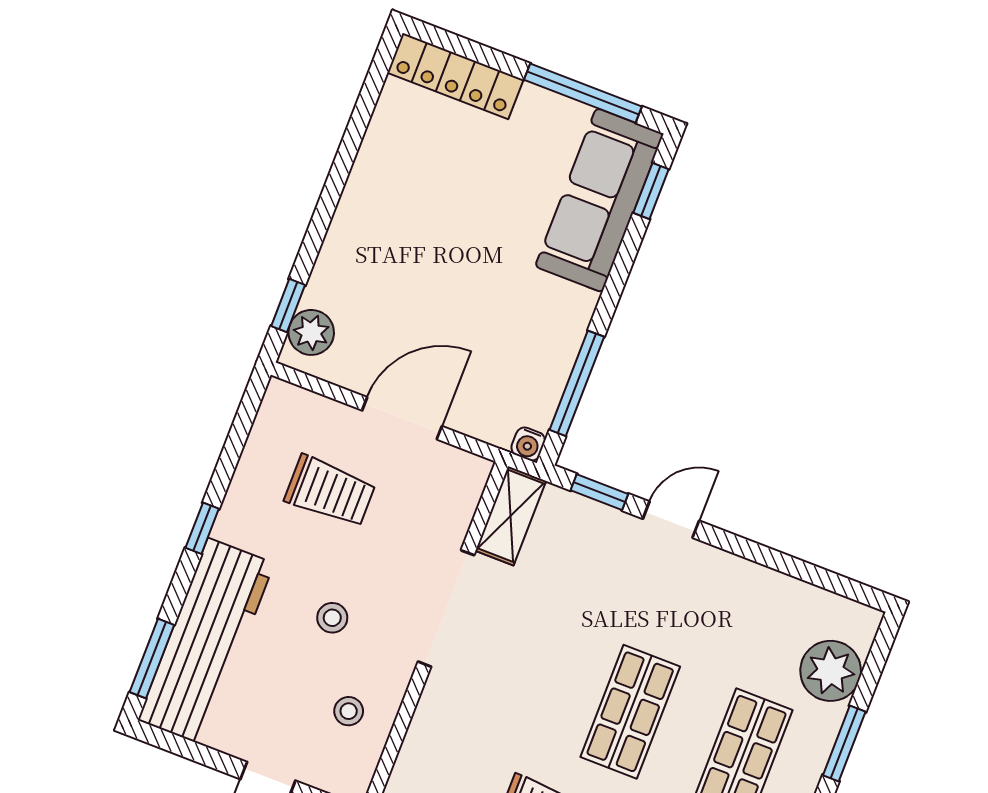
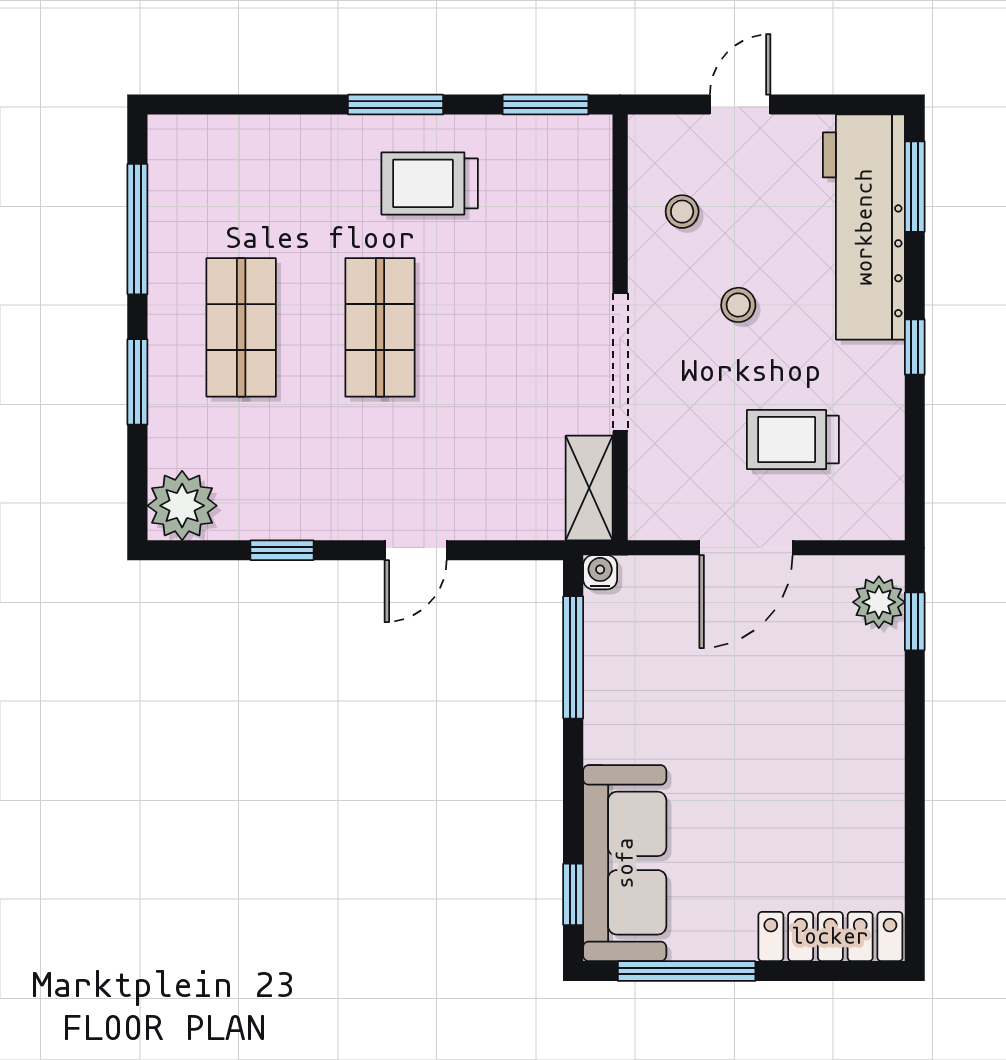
window: (599, 492) -> (282, 550), moved
plant: (831, 671) -> (182, 506), moved

